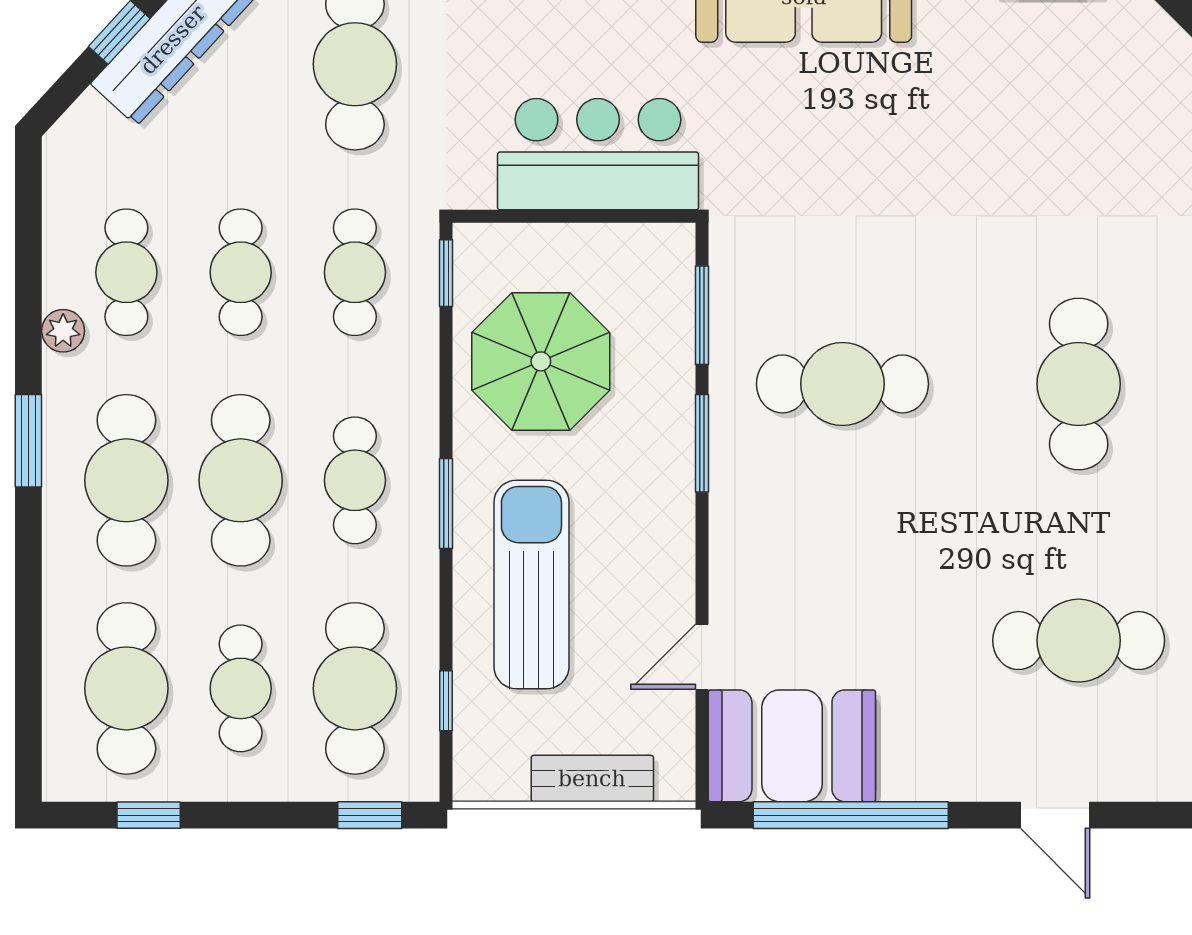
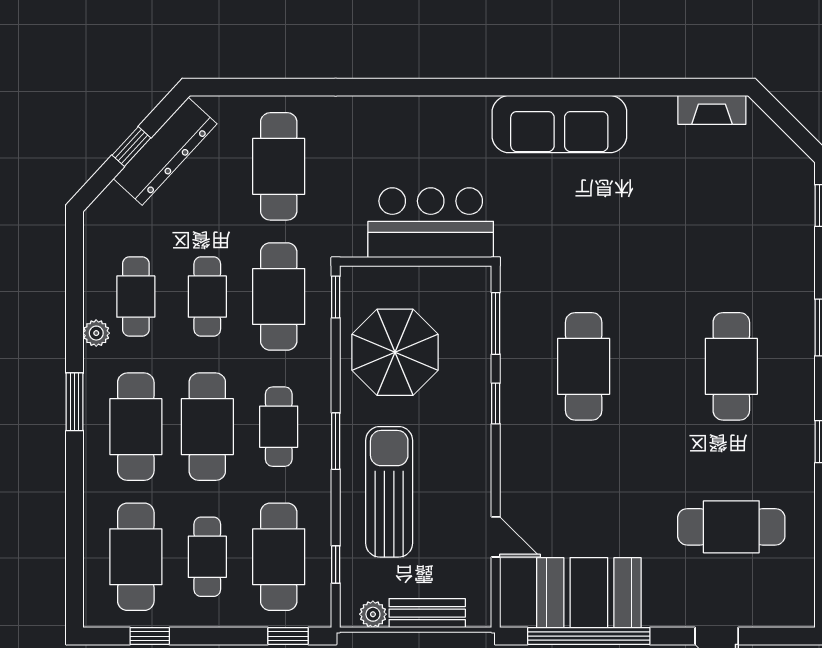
cafe table: (355, 272) -> (279, 297), width x1.37, depth x1.35
cafe table: (842, 384) -> (584, 366), turned 90
window: (702, 443) -> (496, 403), width x0.67
door: (702, 657) -> (496, 537), swing flipped
booth: (792, 746) -> (589, 593), moved
plant: (506, 780) -> (373, 614), added

